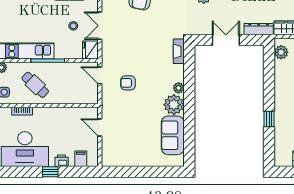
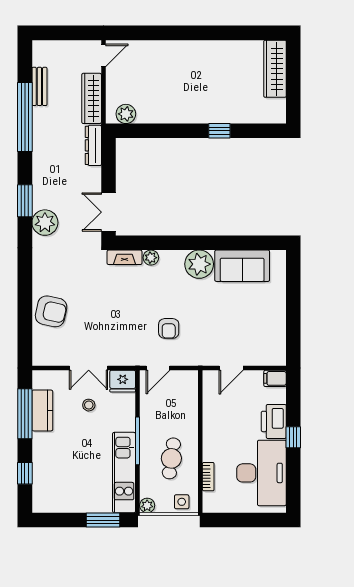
double door: (226, 40) -> (109, 212), moved
cafe table: (35, 85) -> (171, 458), turned -35
plant: (179, 88) -> (151, 258), moved
filing cabinet: (81, 159) -> (275, 378), moved
printer: (62, 161) -> (274, 421), width x1.87, depth x1.48

